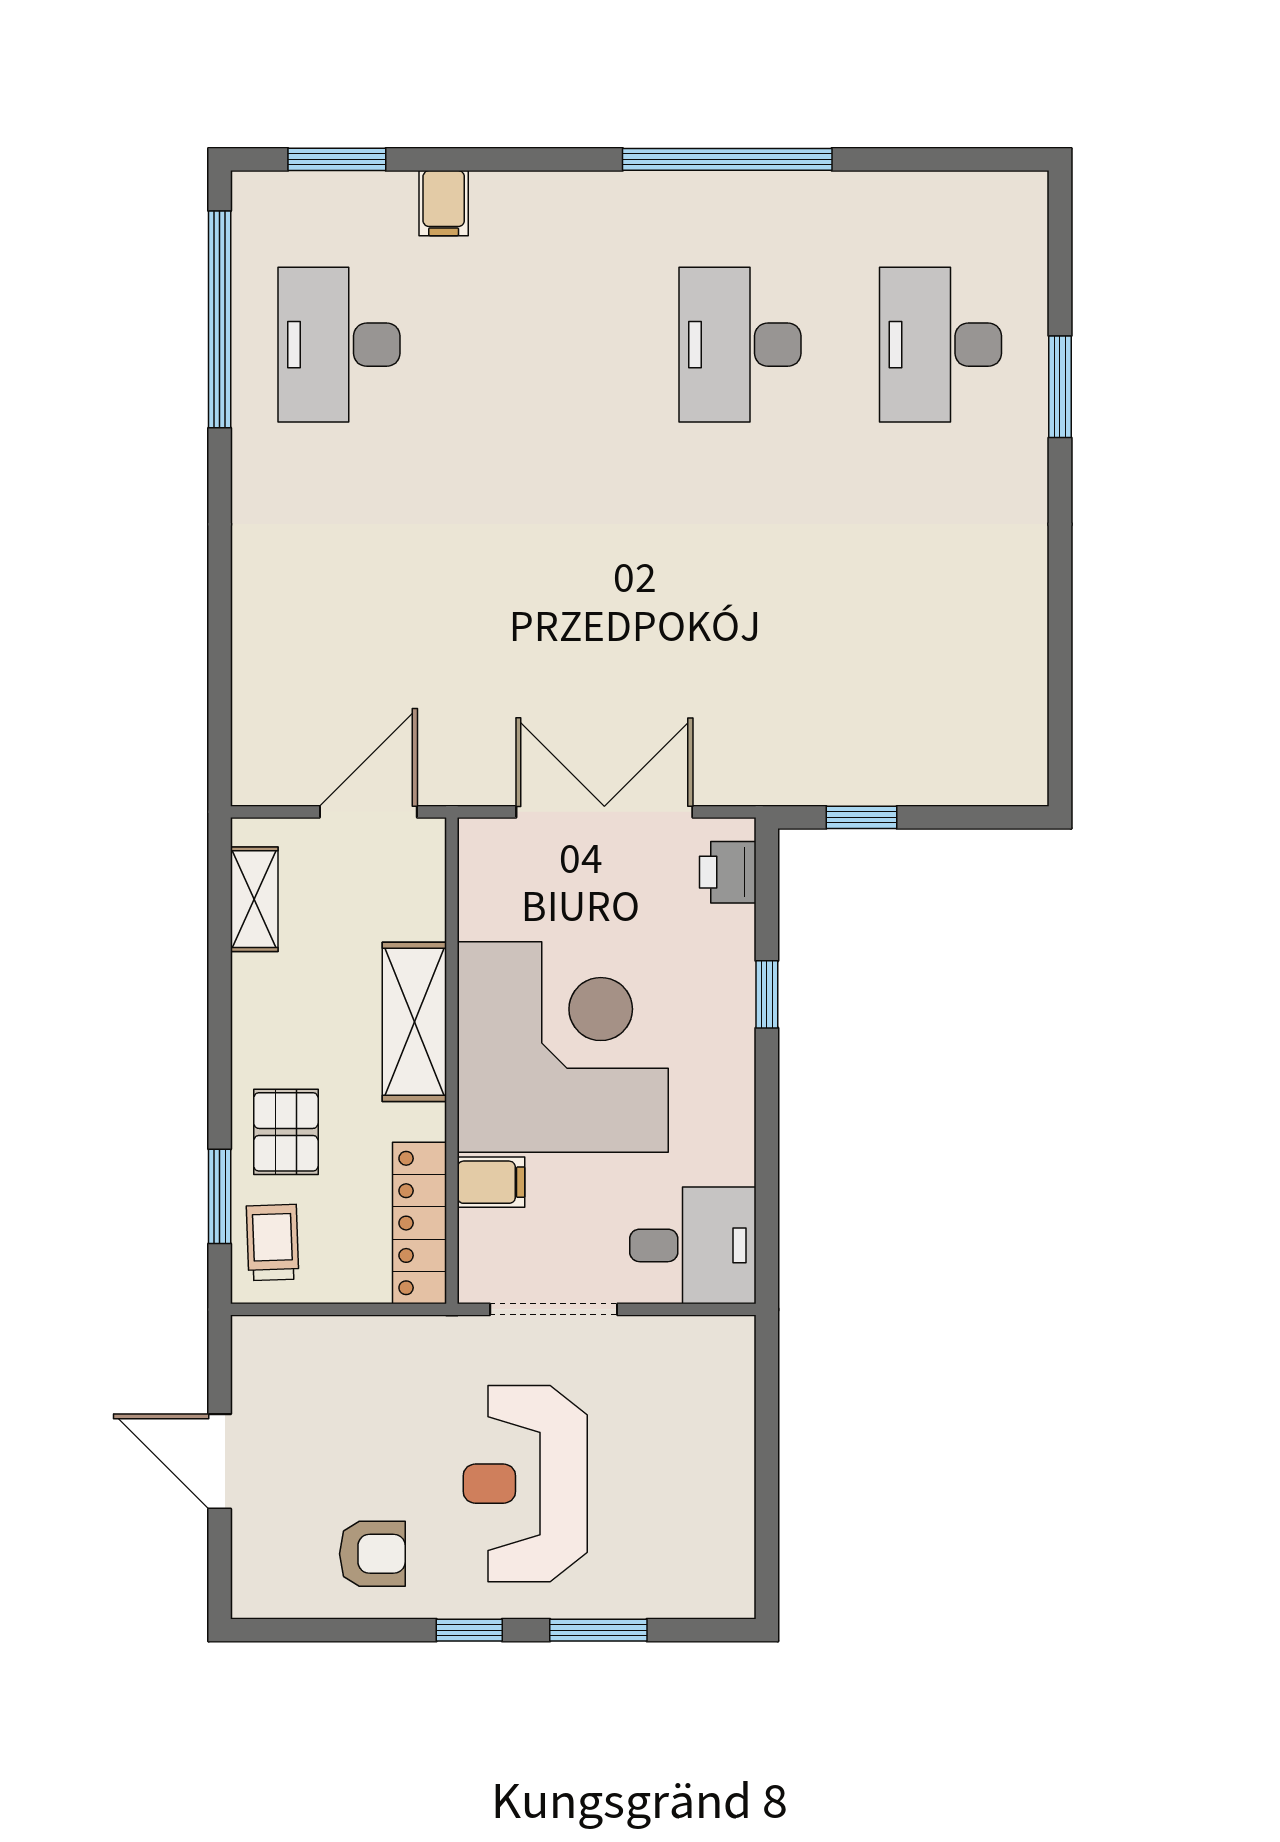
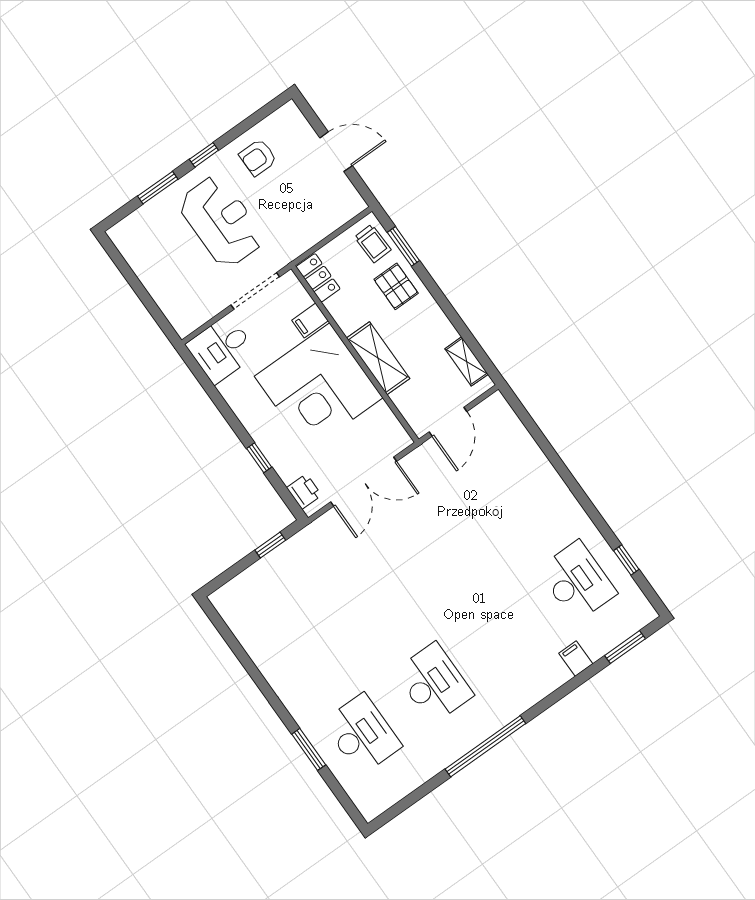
window: (220, 319) -> (626, 560), width x0.32
locker: (419, 1223) -> (318, 278), width x0.66

